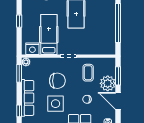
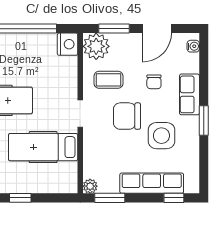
nightstand: (32, 49) -> (68, 44), moved
chair: (57, 81) -> (127, 116), moved, turned -90
plant: (108, 83) -> (96, 46), moved

